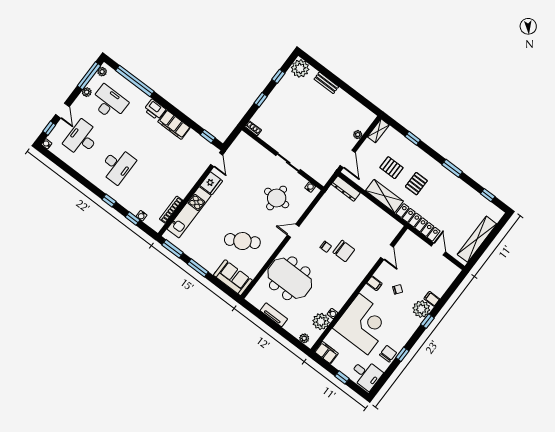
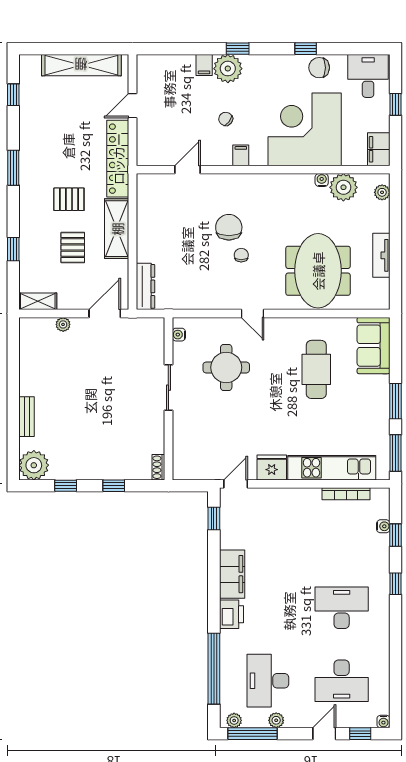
cafe table: (242, 241) -> (316, 369), turned 30

